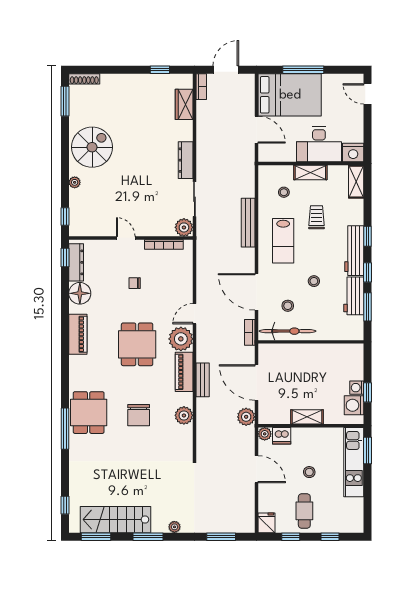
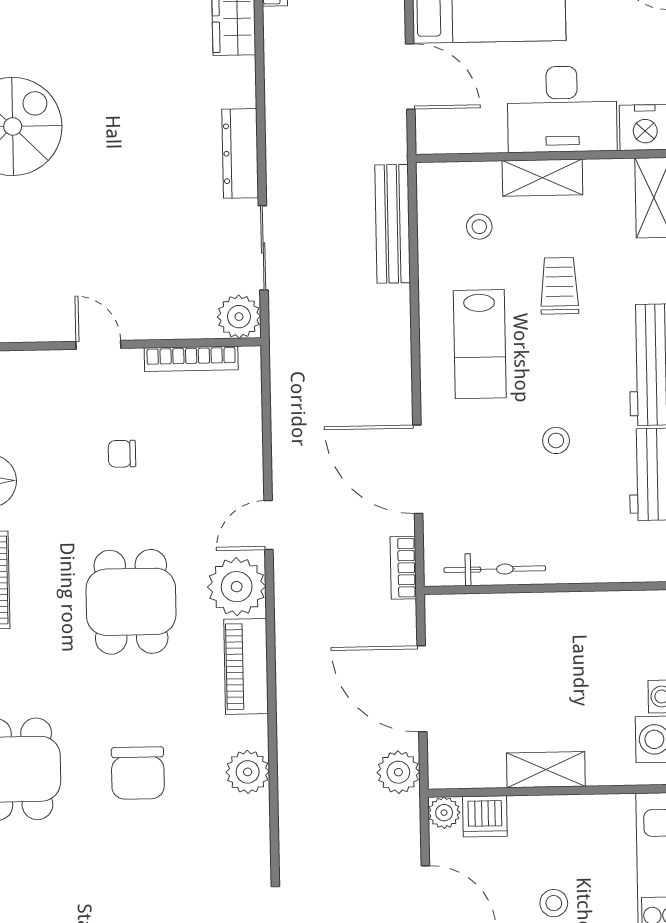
bench: (248, 223) -> (393, 224), moved
stool: (288, 306) -> (494, 501), removed
bicycle: (288, 331) -> (495, 569), width x0.73, depth x0.71
bench: (203, 380) -> (291, 685), removed

